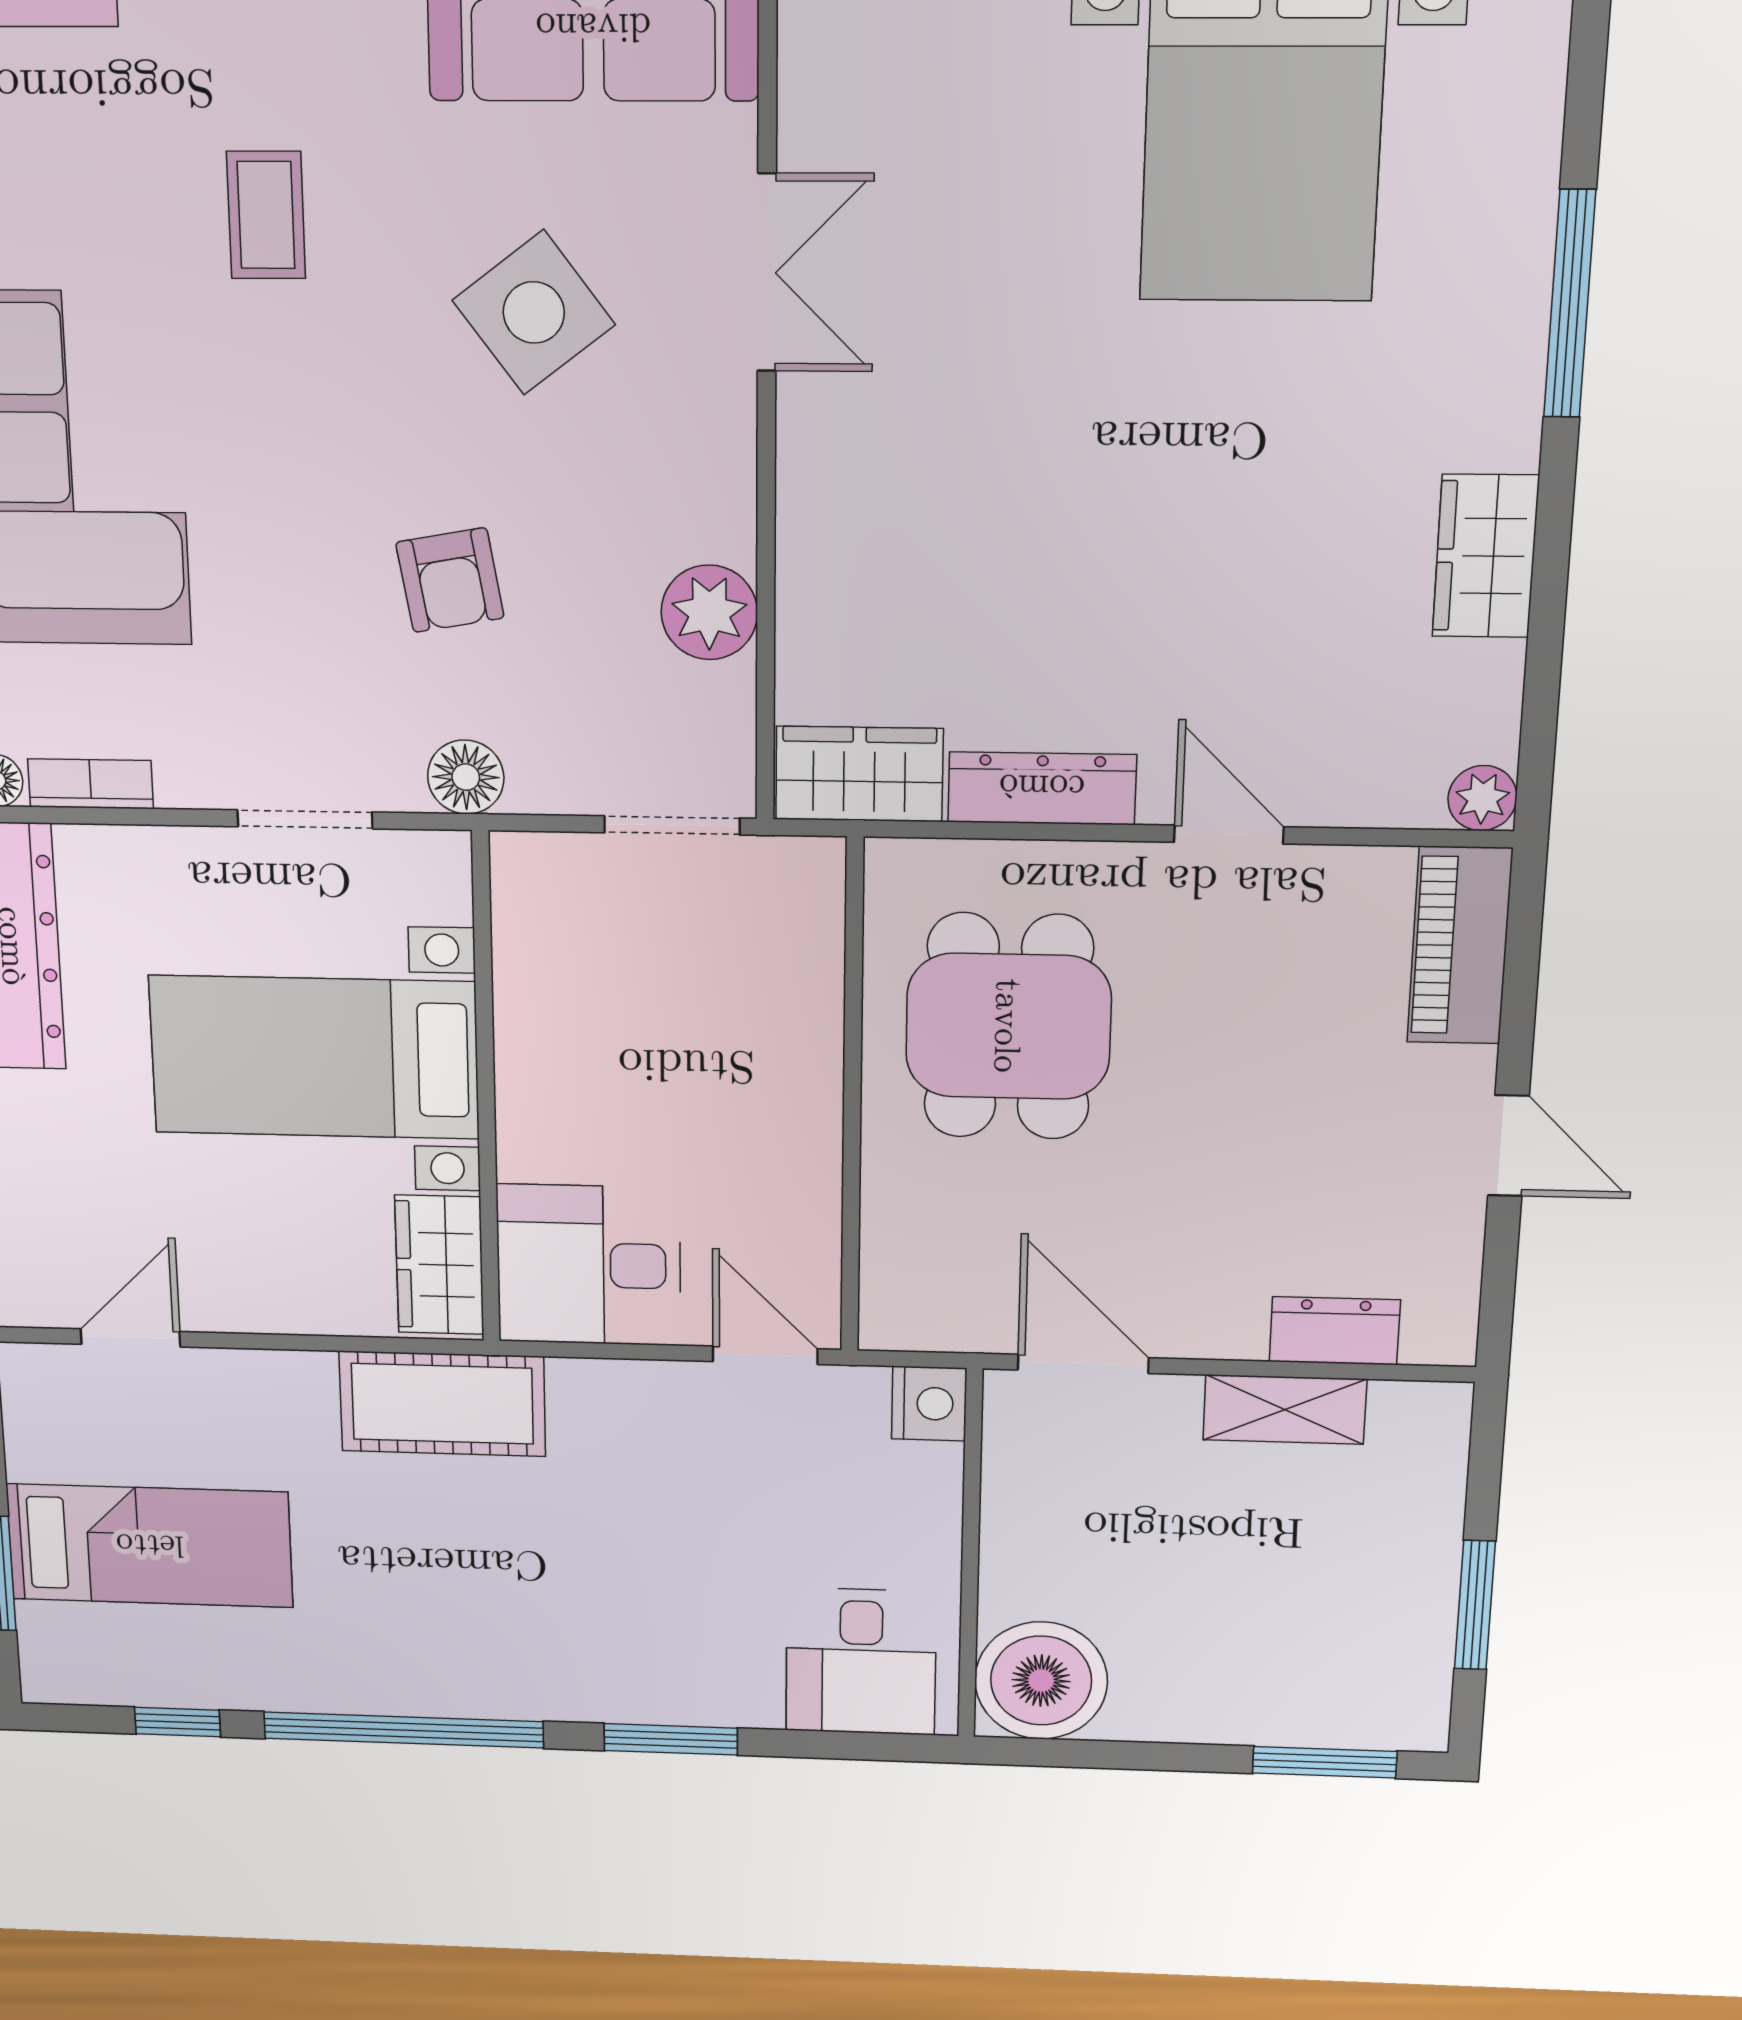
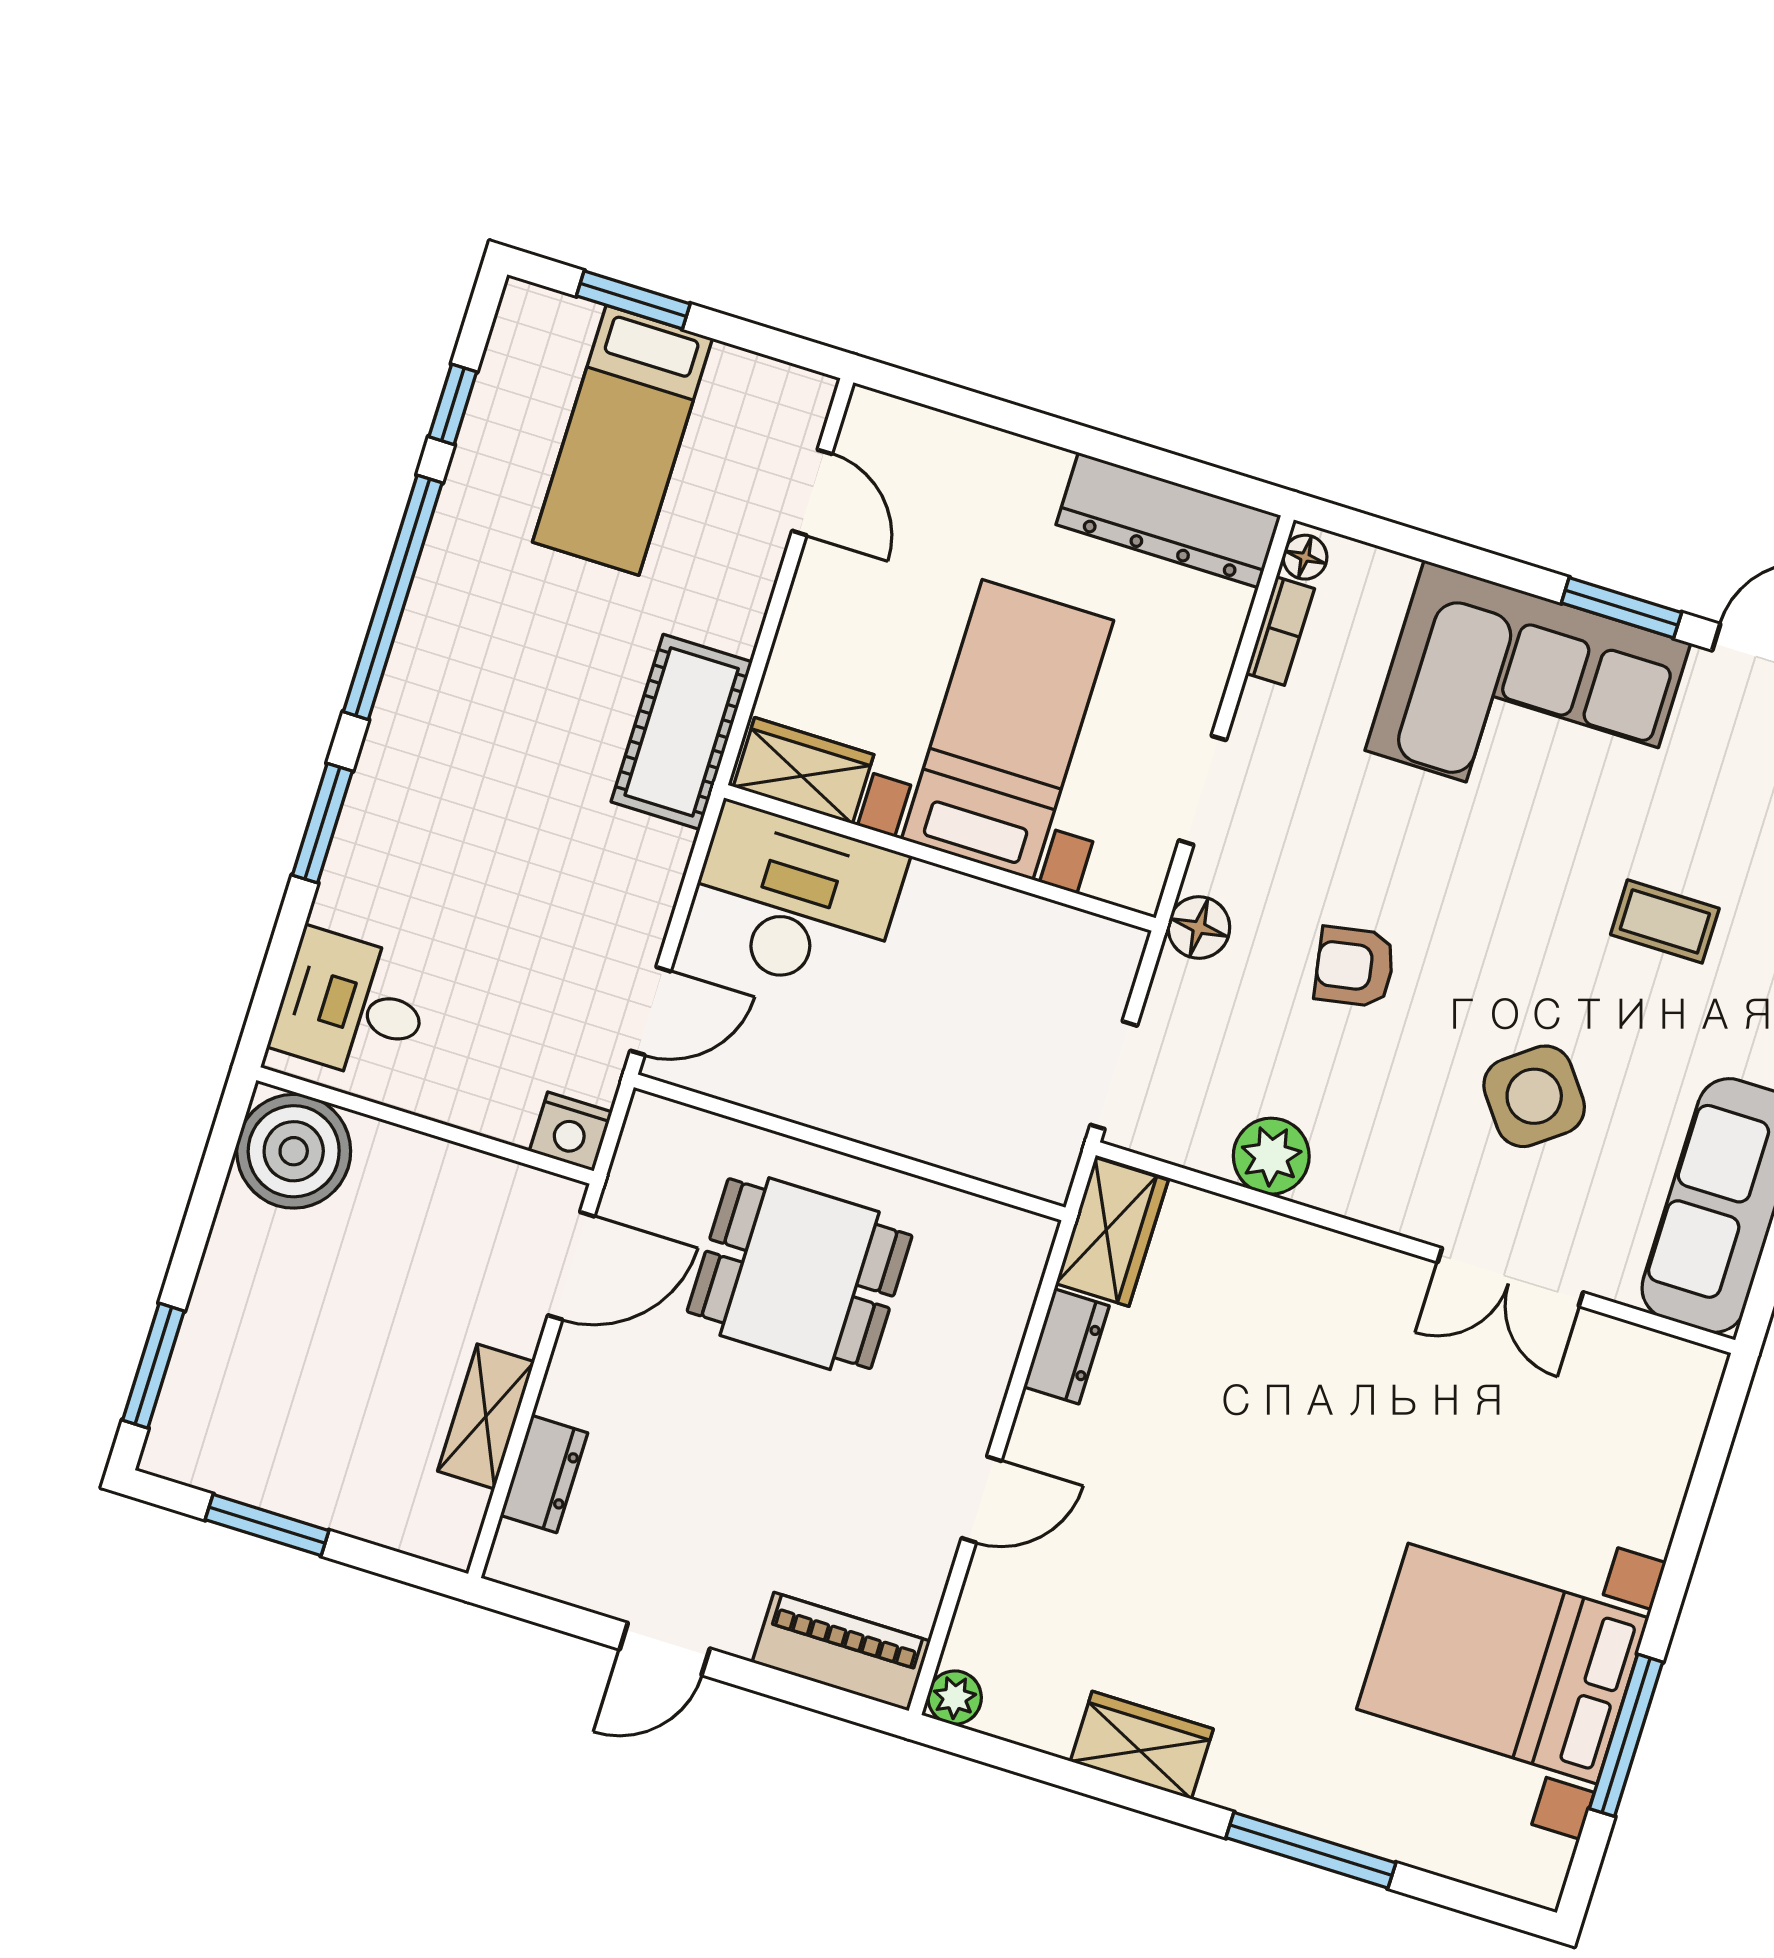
dresser: (1042, 788) -> (1066, 1346), width x0.70
dining table: (1008, 1026) -> (800, 1274), moved
desk: (589, 1265) -> (795, 900), width x1.37

